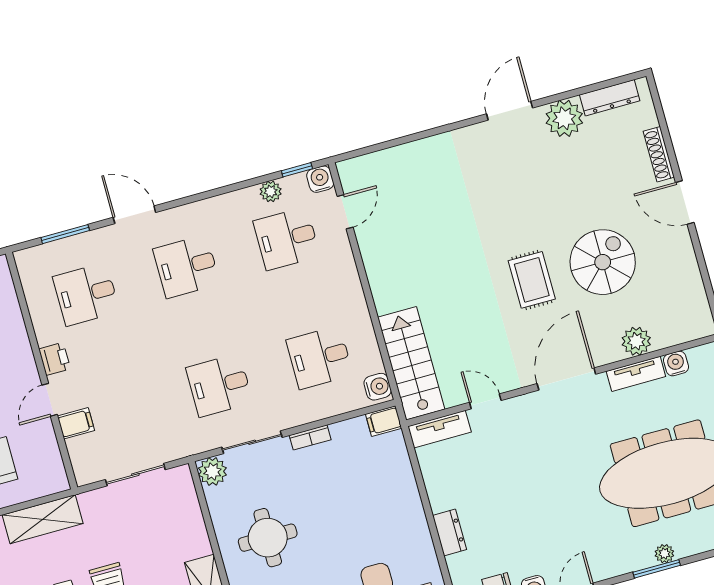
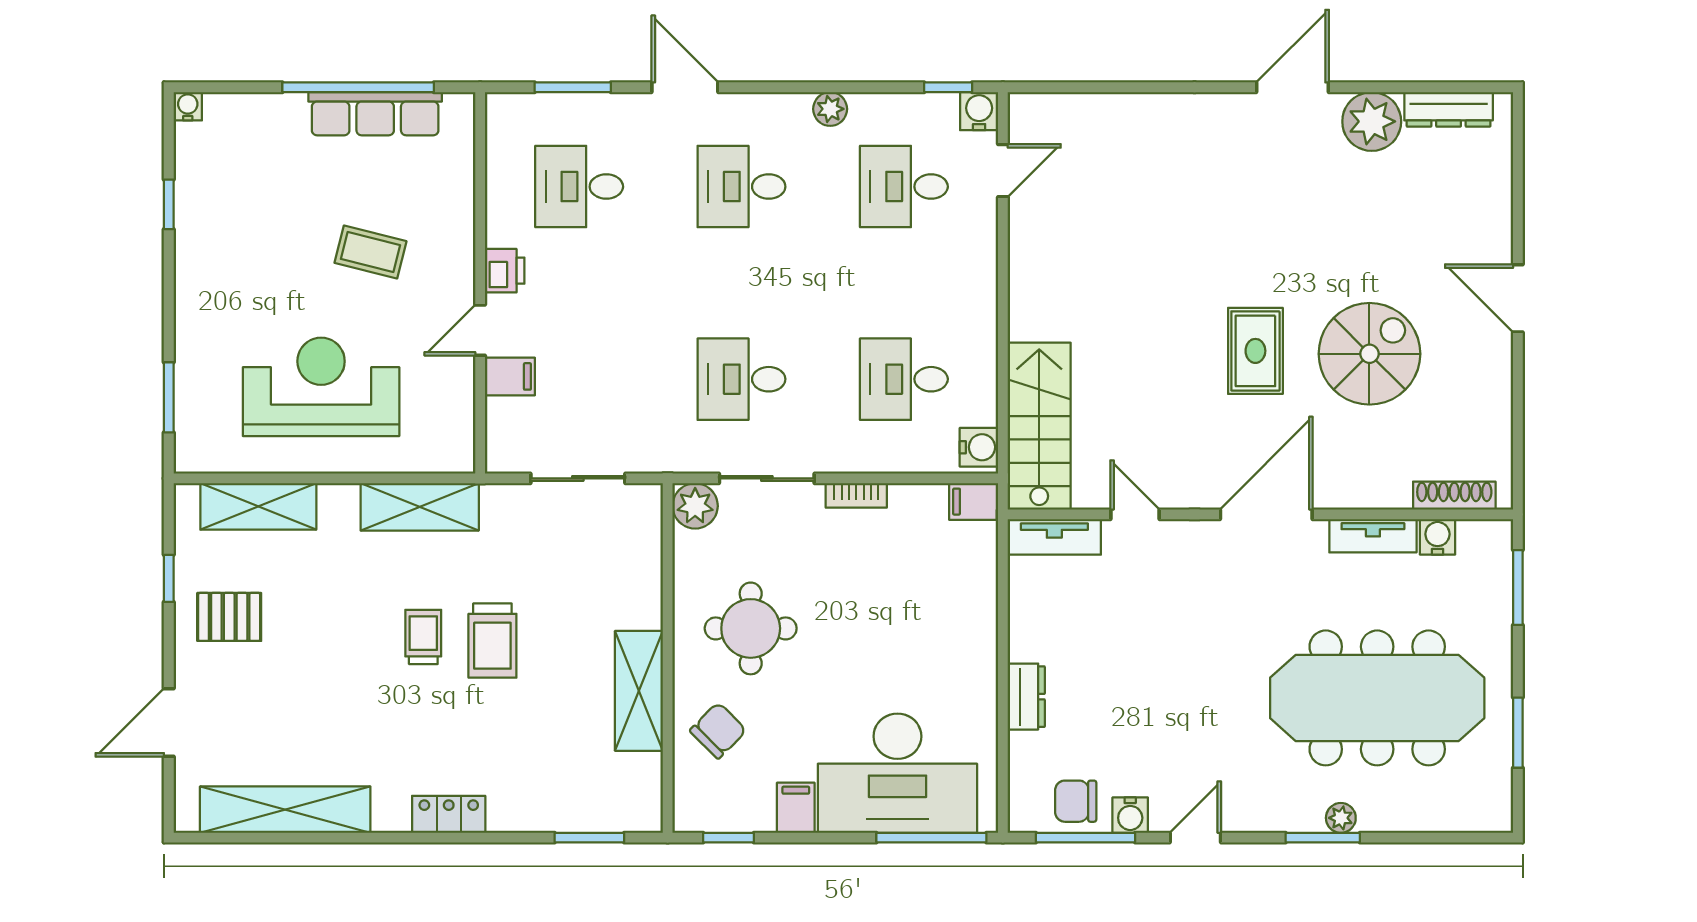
shoe rack: (659, 154) -> (1454, 496), moved, turned 90
plant: (271, 191) -> (830, 109), moved
plant: (636, 341) -> (1387, 487), removed

